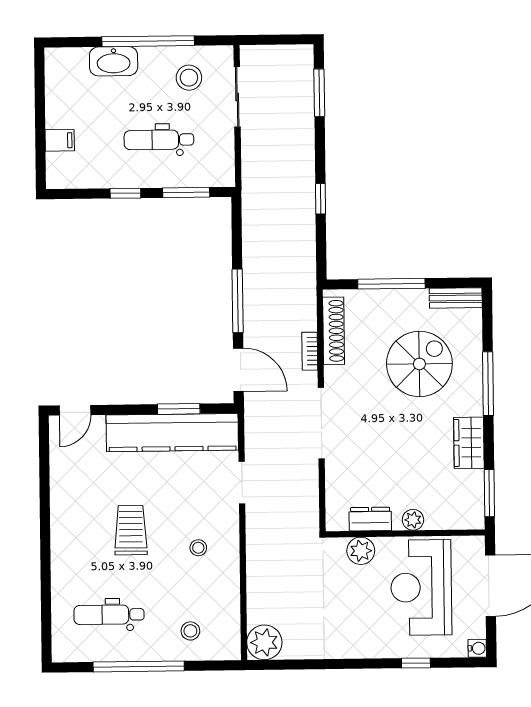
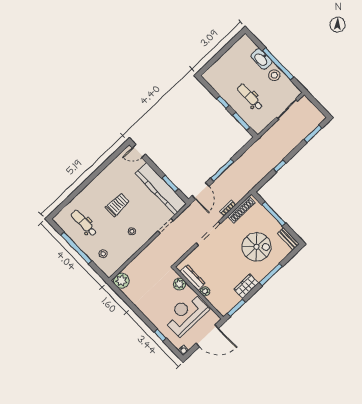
stool: (189, 78) -> (274, 75), moved
filing cabinet: (60, 140) -> (220, 65), removed
dresser: (370, 519) -> (192, 278), width x1.44

